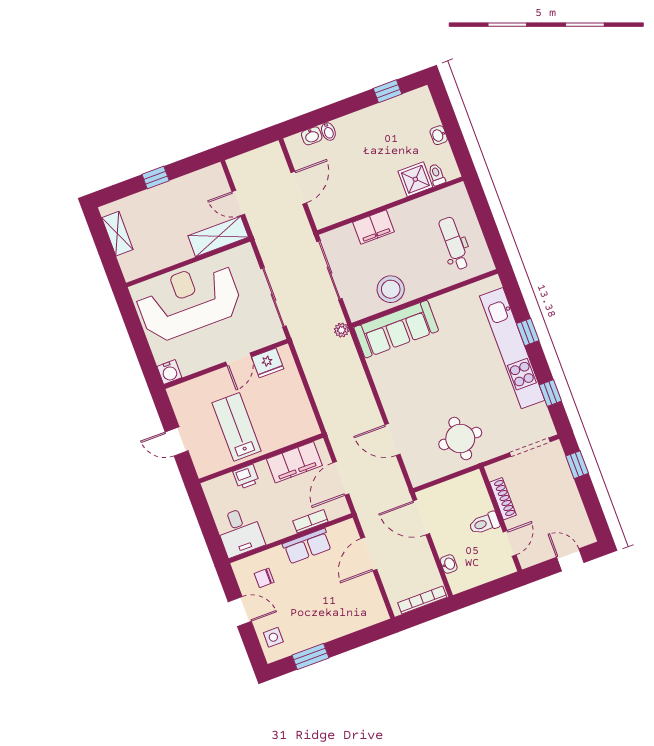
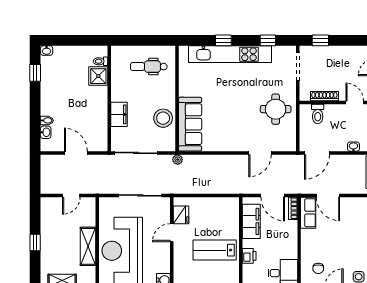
washbasin: (439, 135) -> (47, 51), moved
shelving: (218, 236) -> (88, 246), moved
door: (238, 359) -> (172, 233), swing flipped
bookcase: (310, 521) -> (293, 208), moved
toilet: (484, 523) -> (318, 114), moved
row of seats: (307, 546) -> (308, 213), moved

